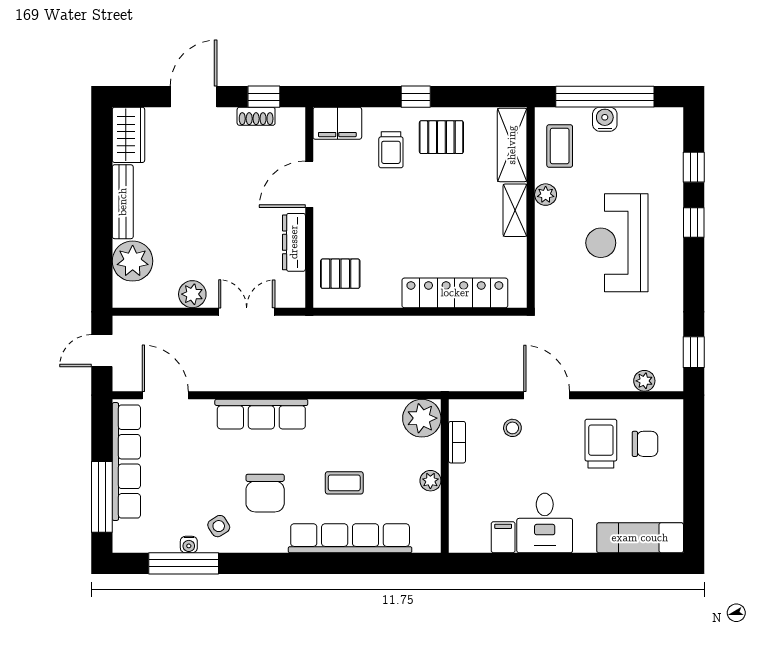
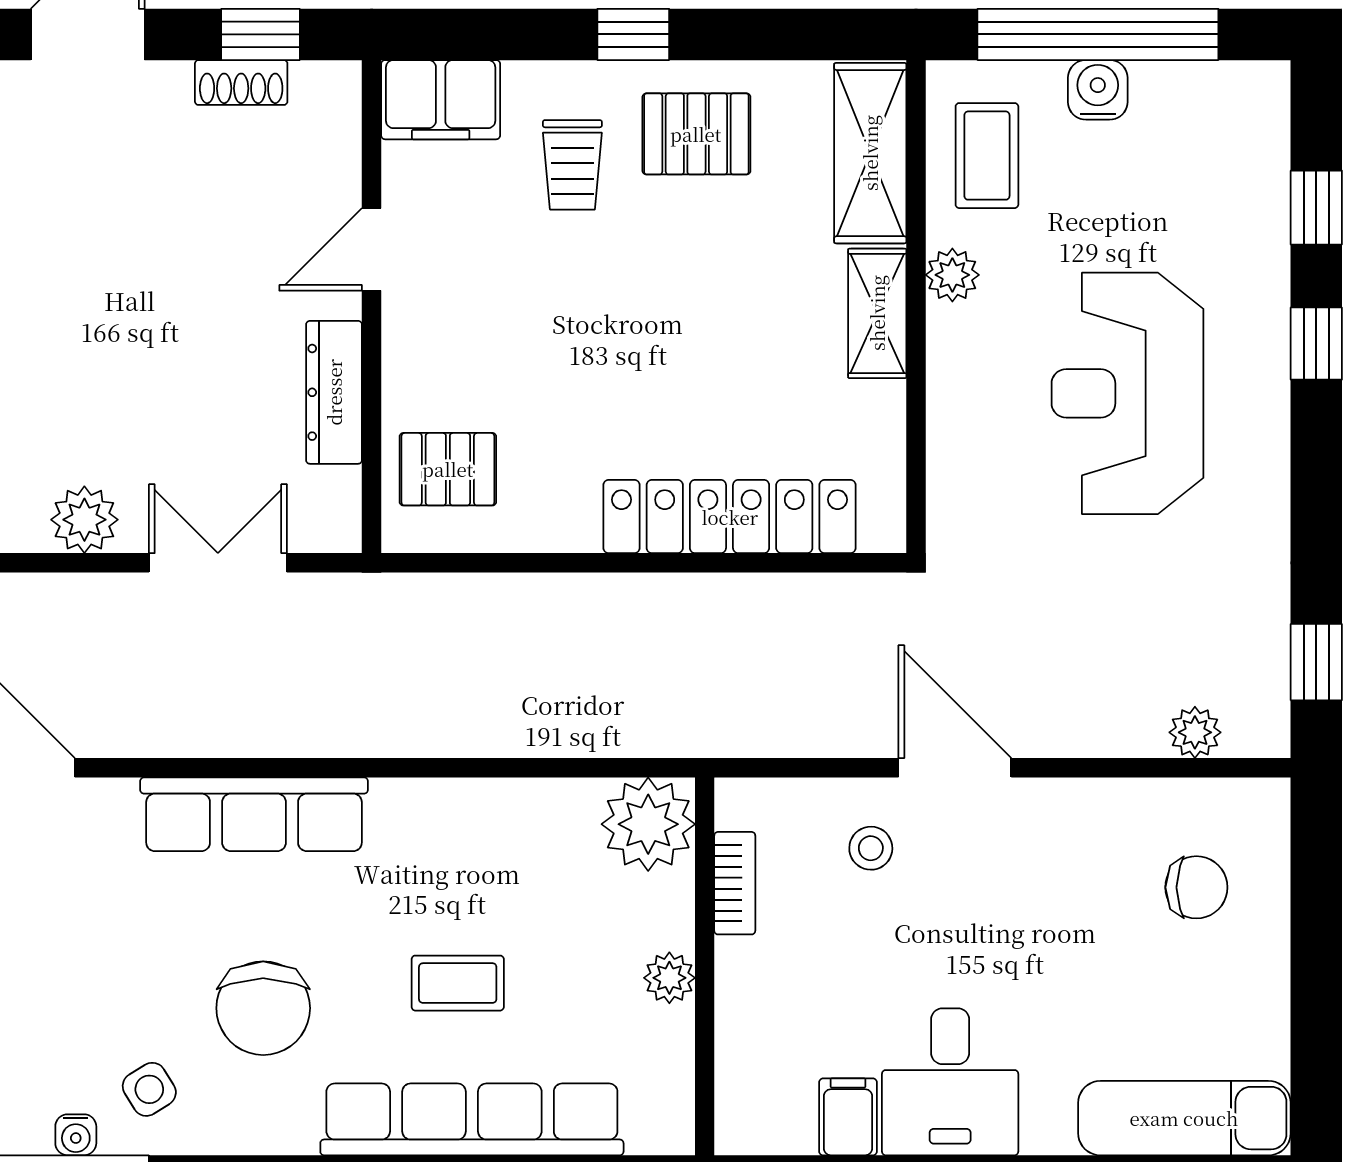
door: (309, 184) -> (372, 249), width x0.73
trolley: (601, 444) -> (1088, 887), removed

